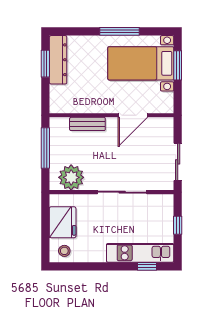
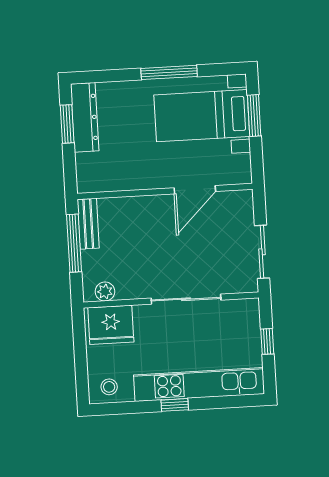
bench: (87, 124) -> (88, 224), moved, turned 90
plant: (71, 177) -> (105, 291), width x0.53, depth x0.53
fridge: (63, 222) -> (111, 325), moved, turned 90
kitchen unit: (140, 253) -> (199, 384), width x1.36
window: (147, 266) -> (175, 405), moved

